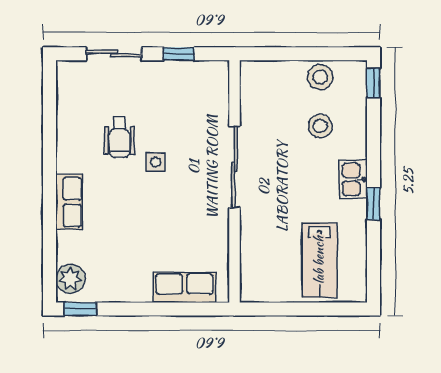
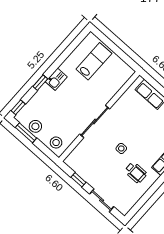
window: (326, 54) -> (26, 133), added
stool: (320, 126) -> (56, 143), moved
wheelchair: (119, 137) -> (136, 173), moved, turned 90
window: (373, 204) -> (40, 83), moved

